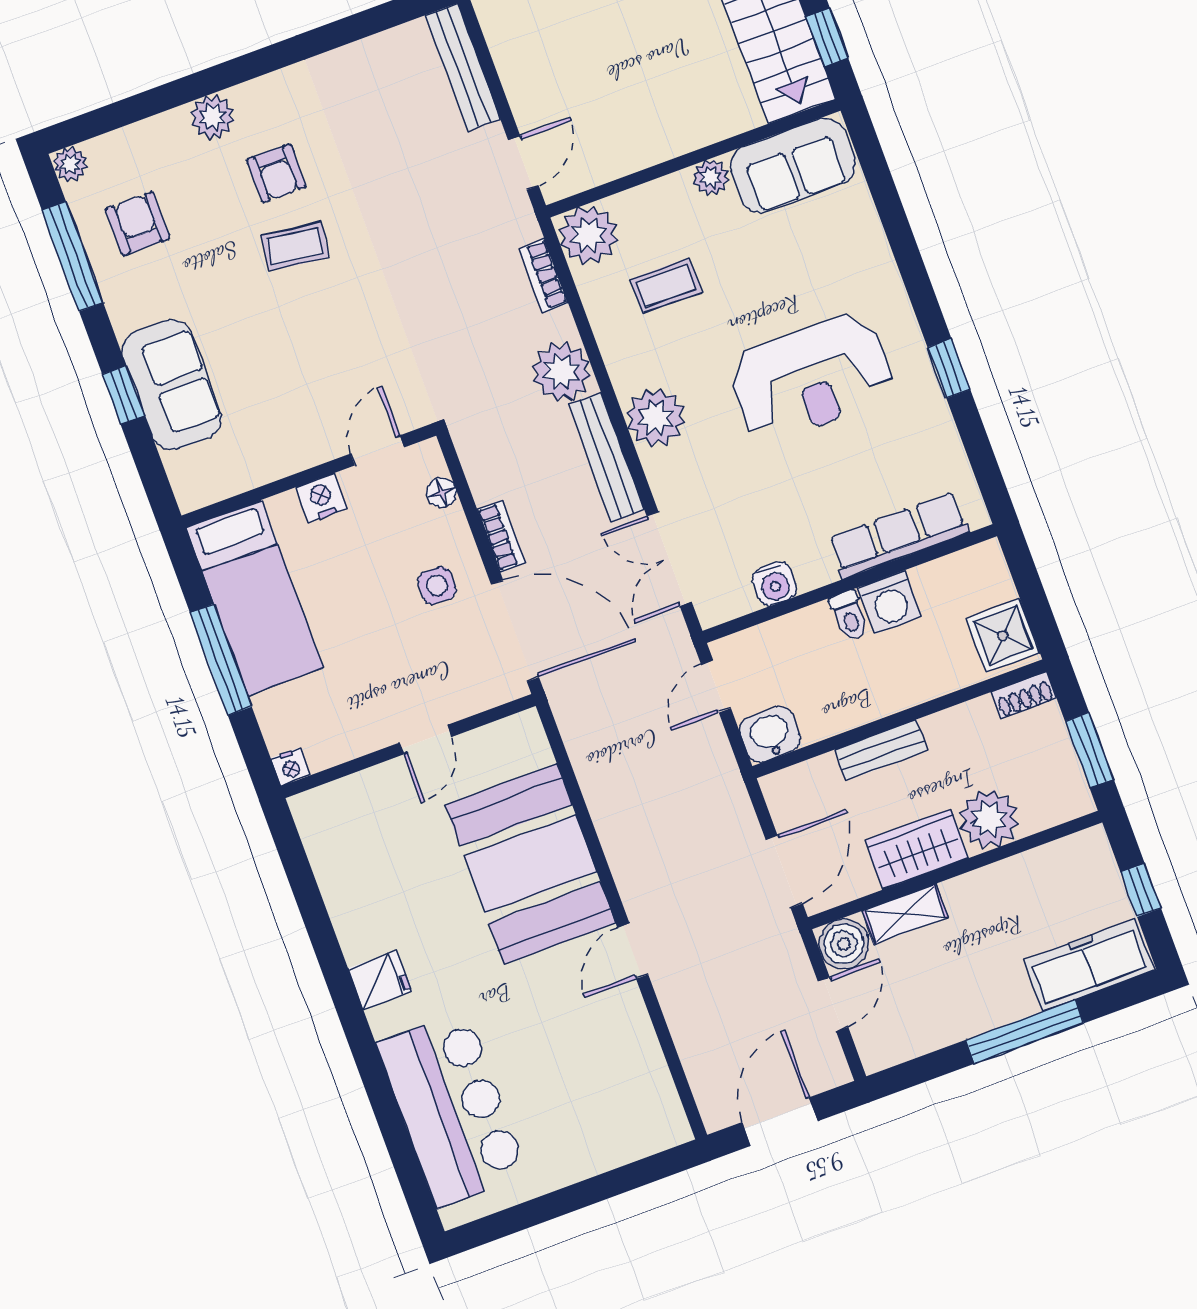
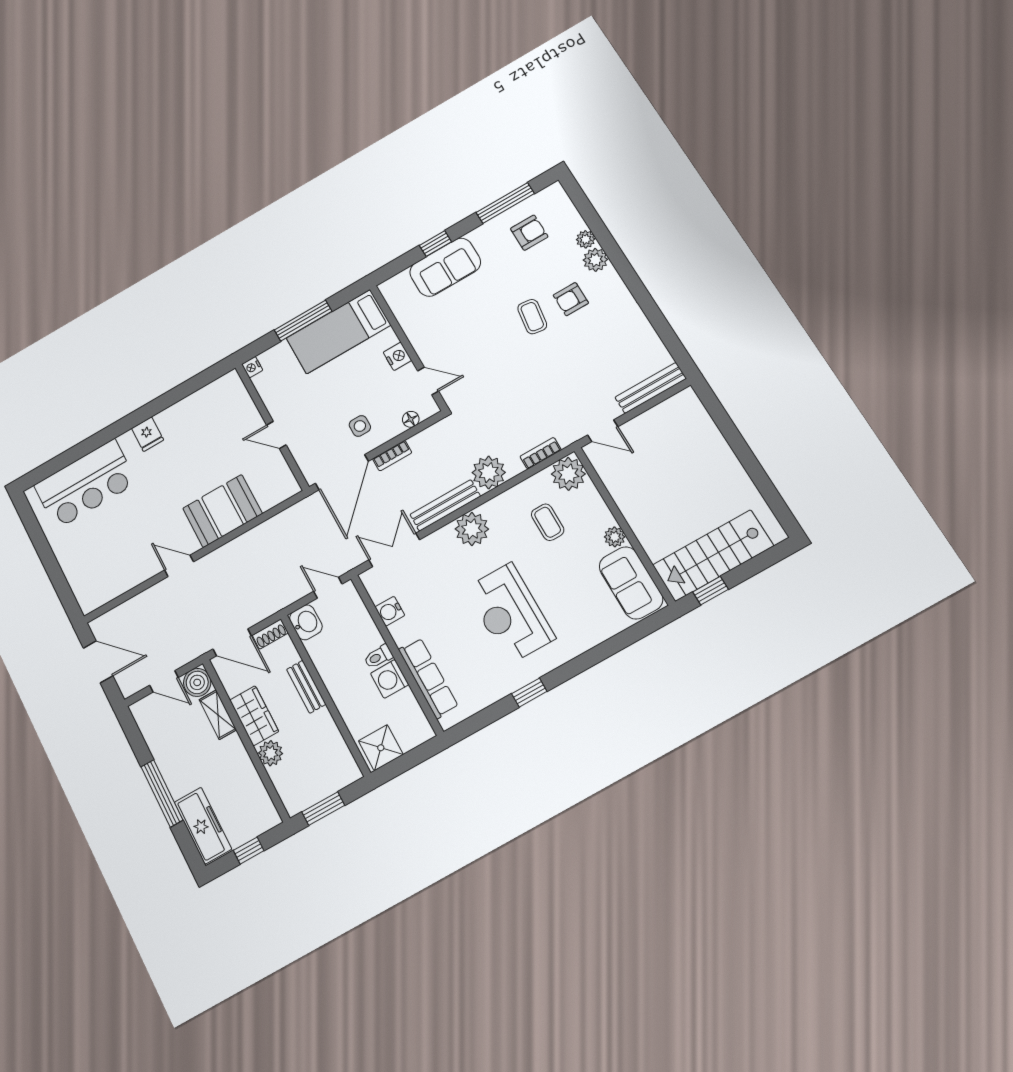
plant: (70, 164) -> (586, 239), moved
shoe rack: (1024, 695) -> (270, 634), moved, turned -90
plant: (989, 819) -> (271, 753), width x0.73, depth x0.73
booth: (530, 864) -> (222, 511), width x0.73, depth x0.70

